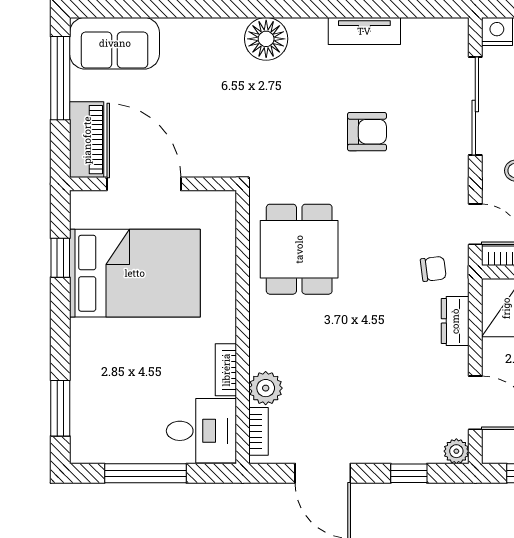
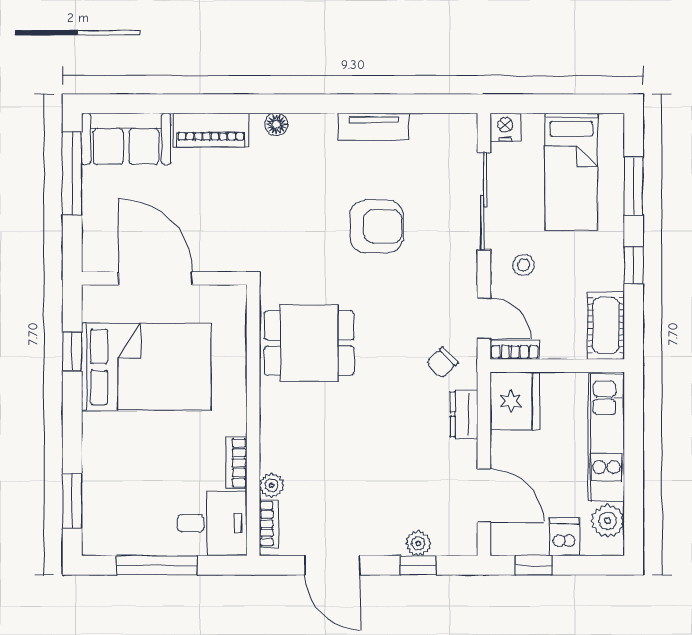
floor lamp: (266, 39) -> (276, 124), width x0.53, depth x0.53
armchair: (367, 132) -> (376, 226), width x1.38, depth x1.38
piano: (87, 140) -> (211, 130), moved, turned 90
dining table: (299, 249) -> (309, 343), turned 90
chair: (433, 269) -> (442, 363), turned 143
plant: (266, 388) -> (271, 485), width x0.73, depth x0.73
plant: (456, 451) -> (418, 543), moved

